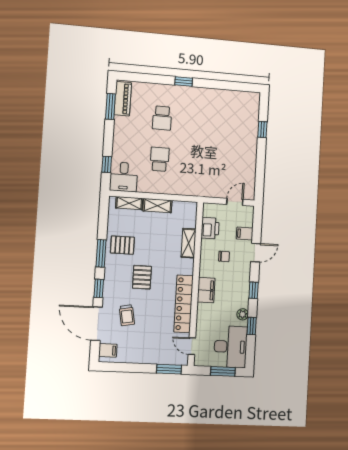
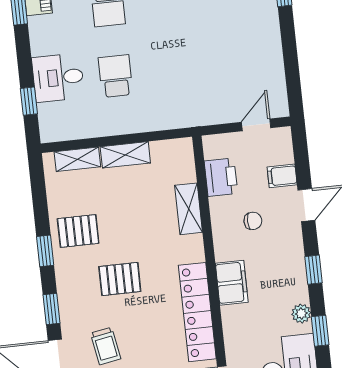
desk: (124, 177) -> (58, 78), moved, turned 90
window: (101, 253) -> (45, 251), width x0.67
pallet: (142, 277) -> (120, 279), turned 90

